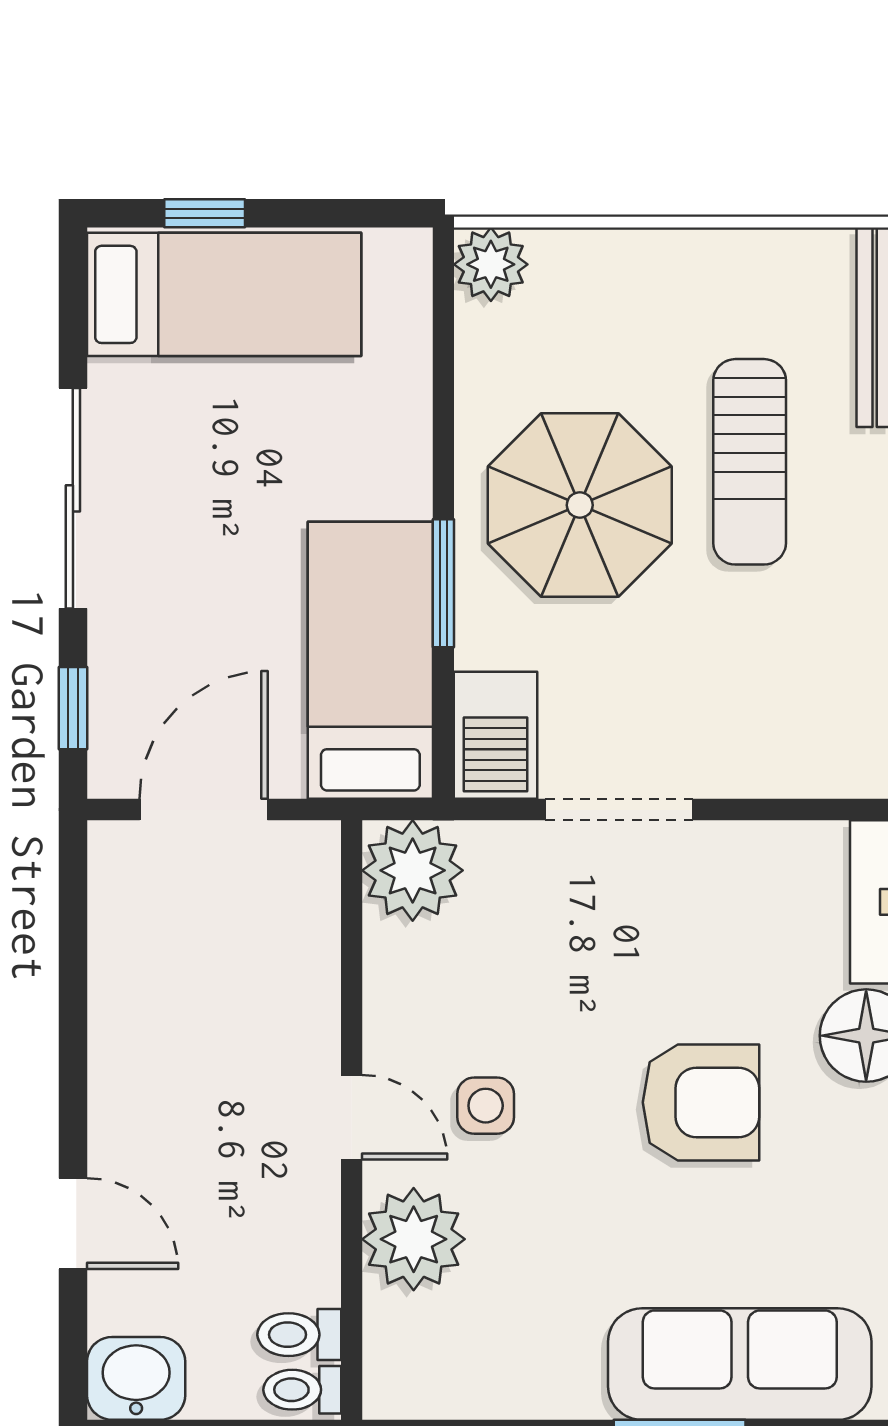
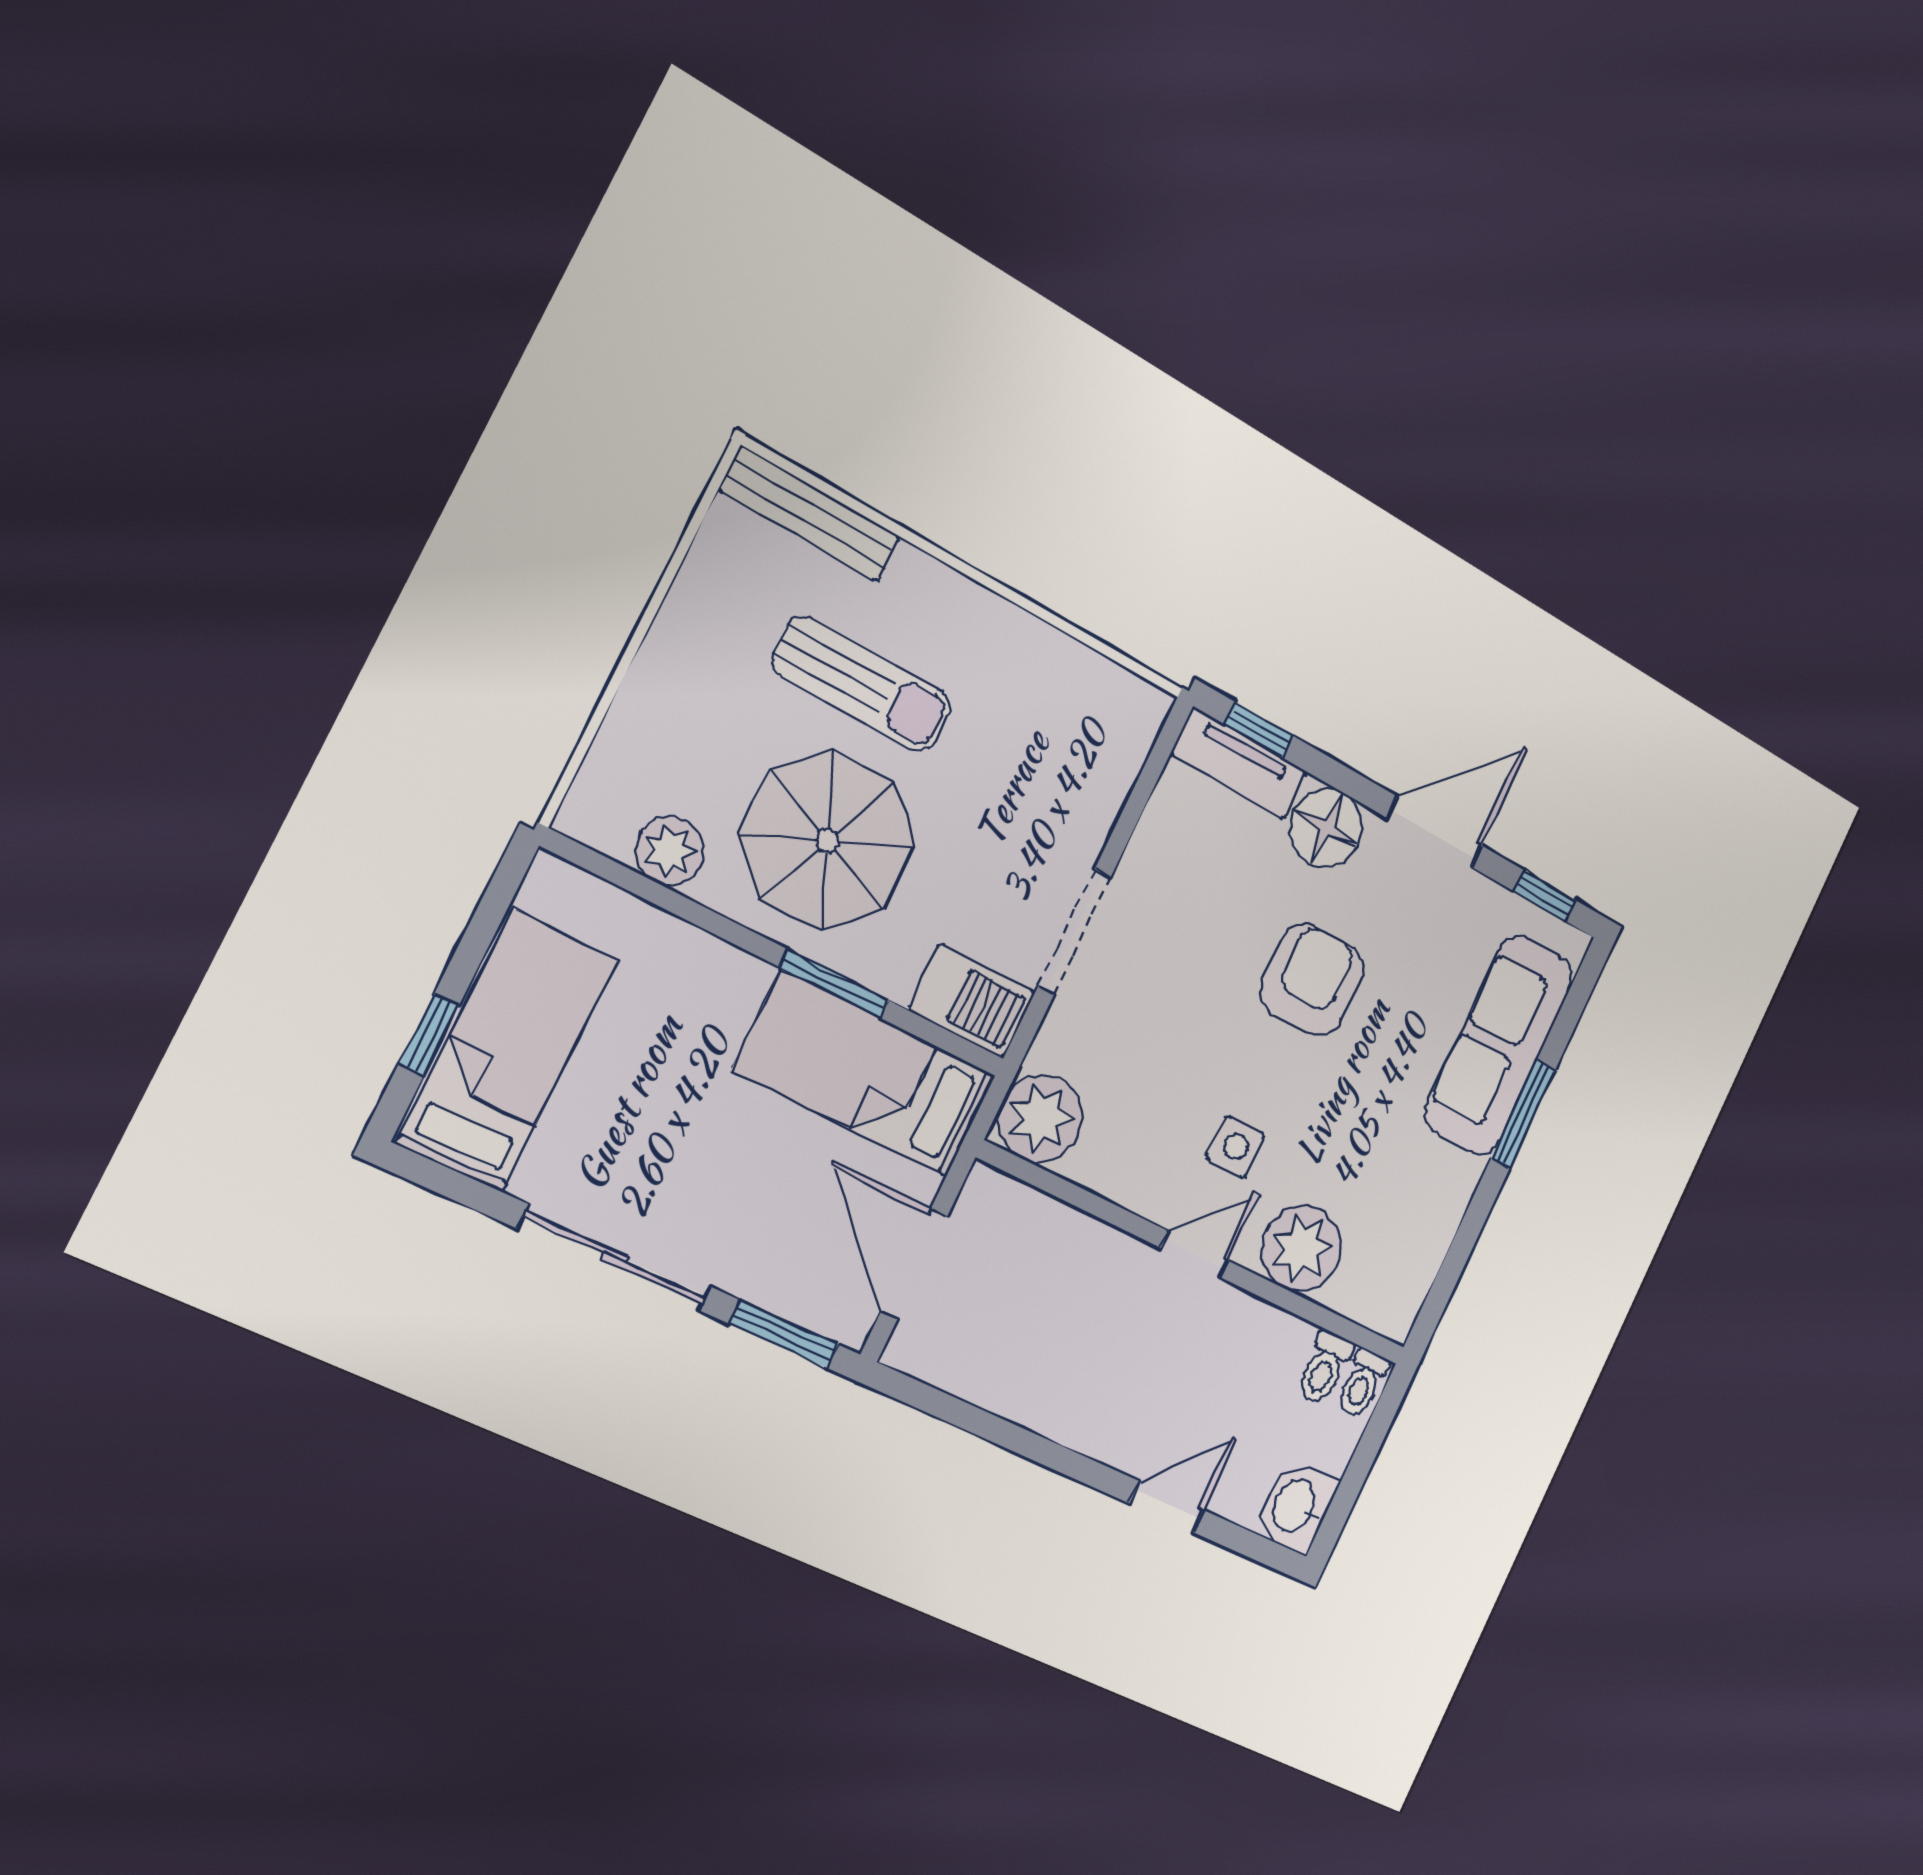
plant: (491, 264) -> (670, 851), moved
window: (73, 708) -> (784, 1334), width x1.50

